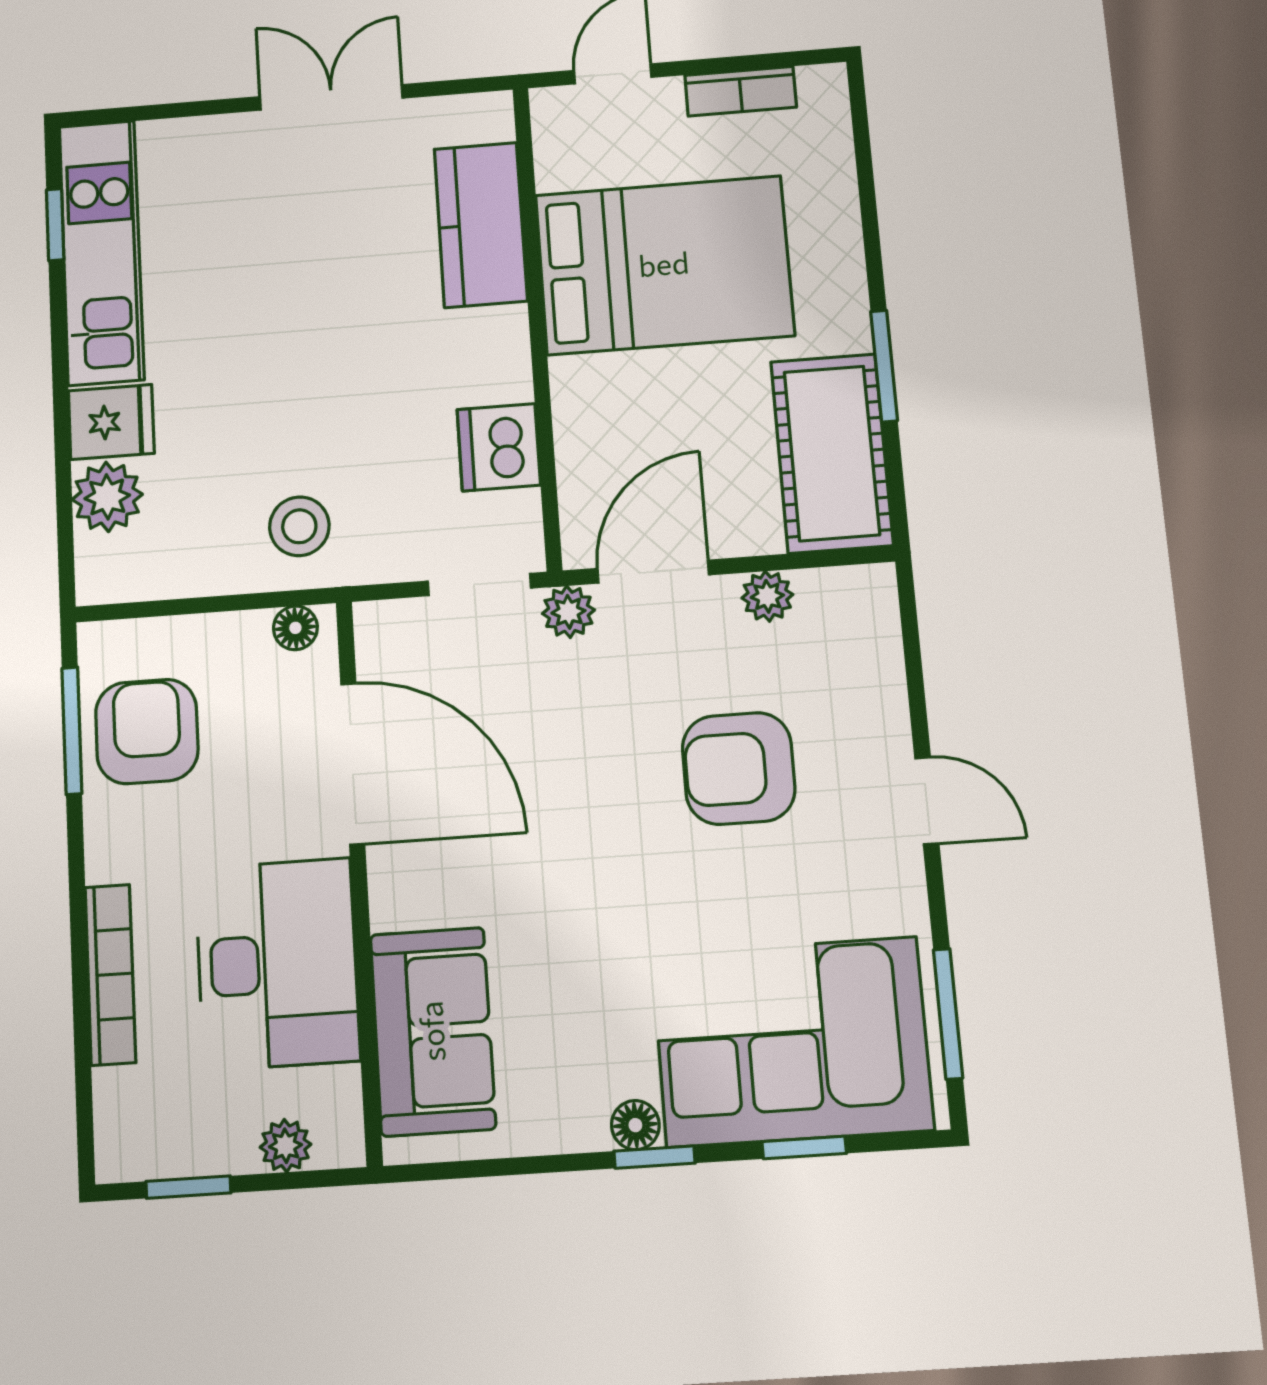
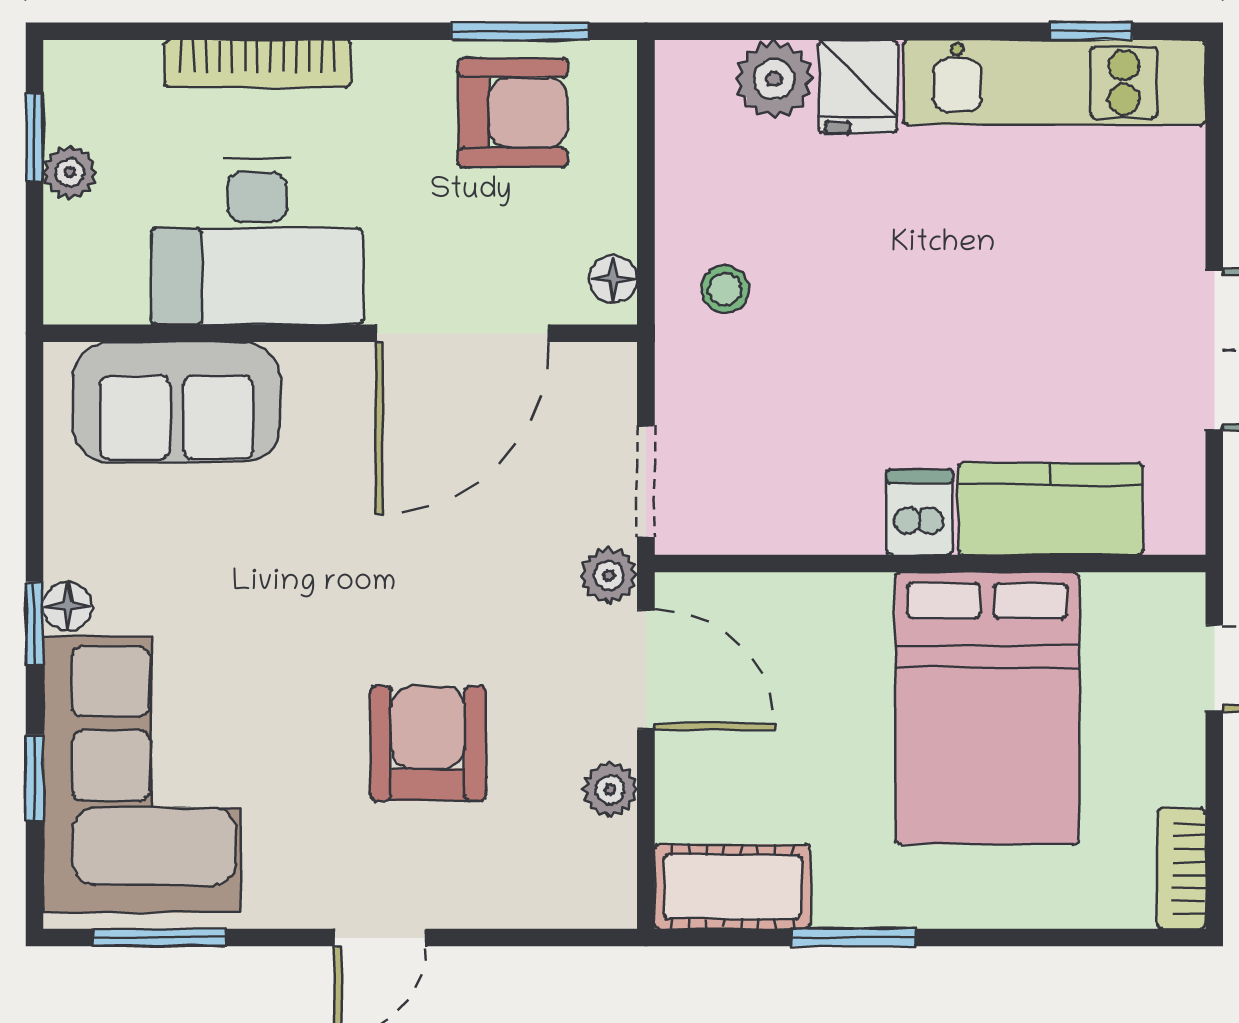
bookcase: (741, 91) -> (1181, 869), moved
dishwasher: (499, 447) -> (920, 512), moved, width x0.73
cot: (832, 453) -> (732, 887), width x0.73, depth x0.75
stool: (299, 526) -> (725, 289), width x0.73, depth x0.73
plant: (285, 1146) -> (70, 172), moved

